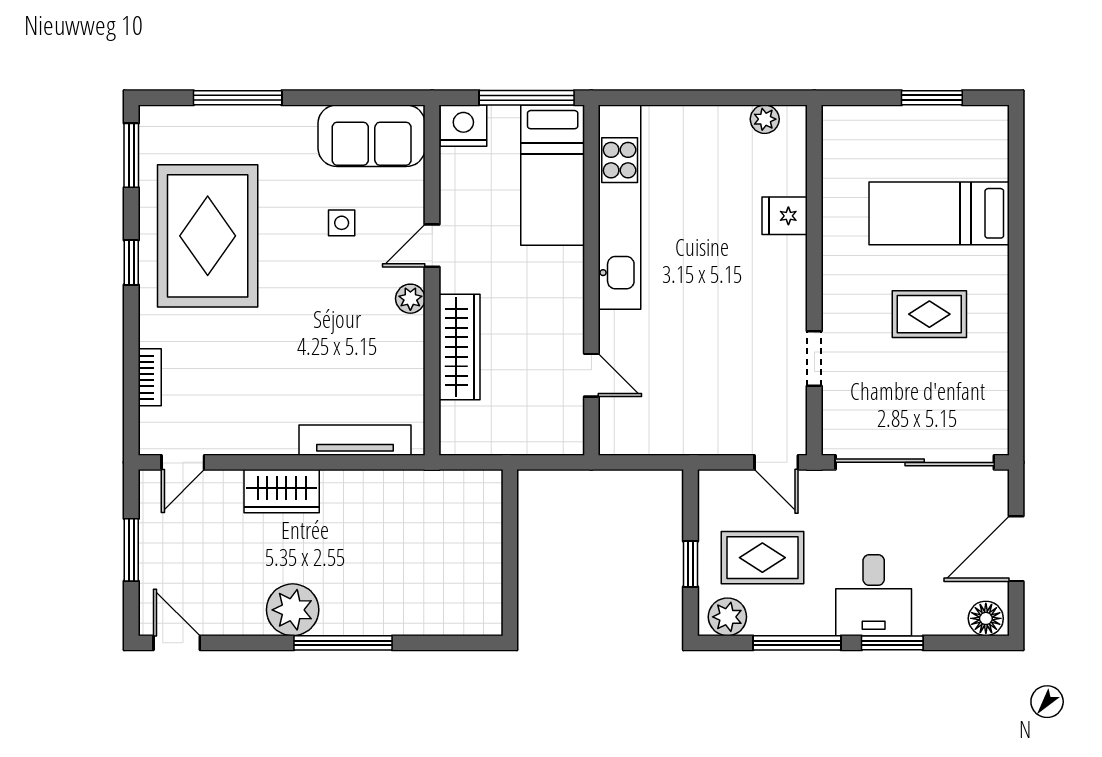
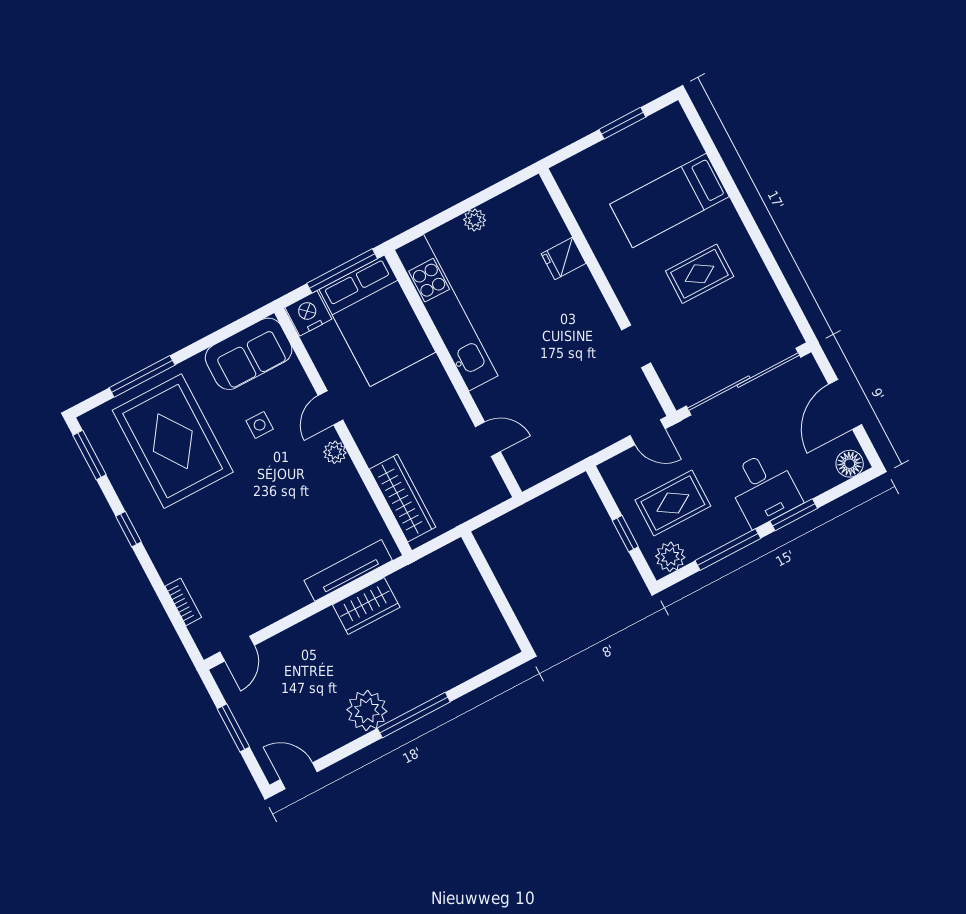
plant: (765, 119) -> (475, 220), moved
bed: (553, 175) -> (377, 321), width x1.50
rug: (208, 236) -> (173, 441), moved
wardrobe: (460, 347) -> (403, 498), moved
wardrobe: (282, 491) -> (366, 606), moved

